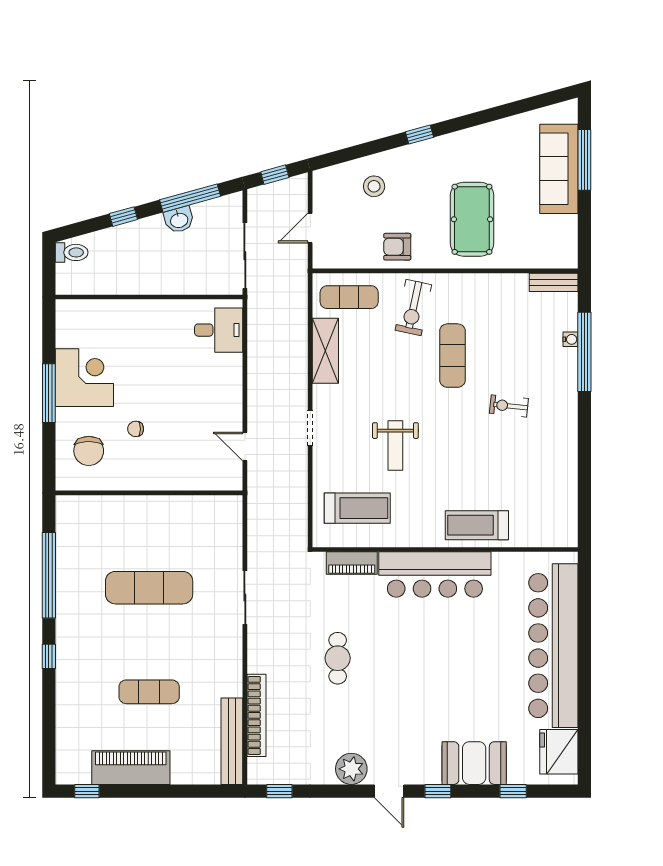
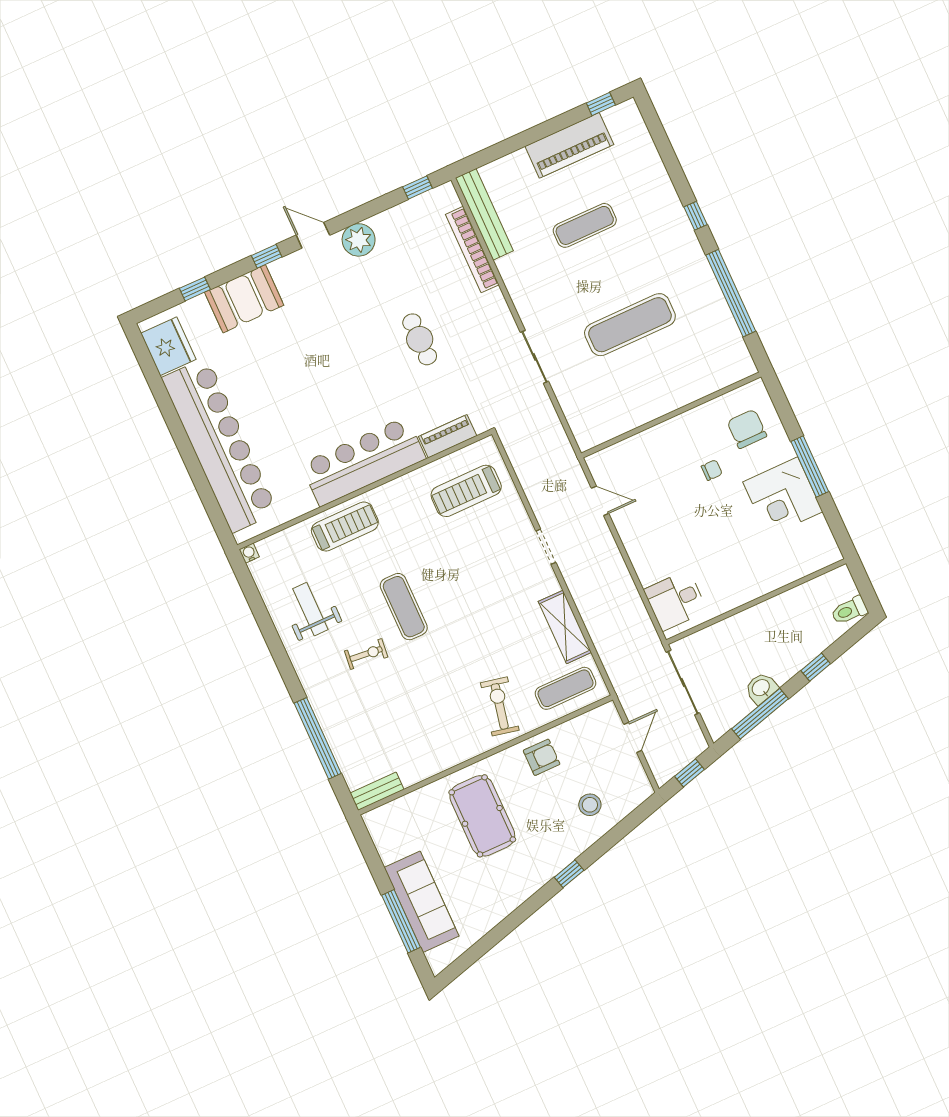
water cooler: (570, 339) -> (249, 553), moved, turned 90
exercise mat: (452, 356) -> (404, 607), moved
weight bench: (395, 445) -> (310, 609), moved

